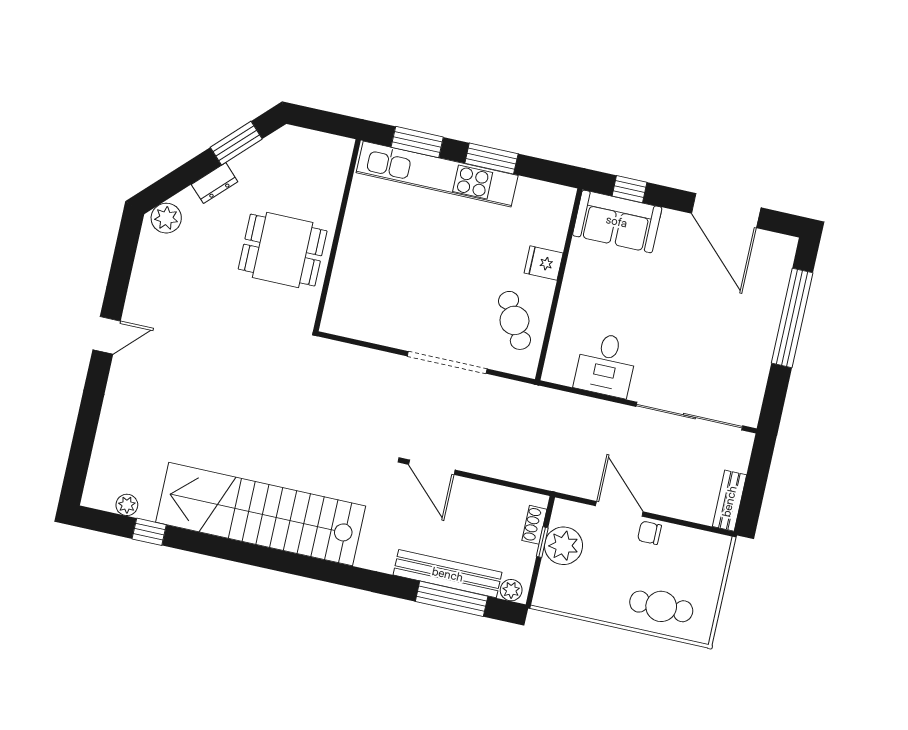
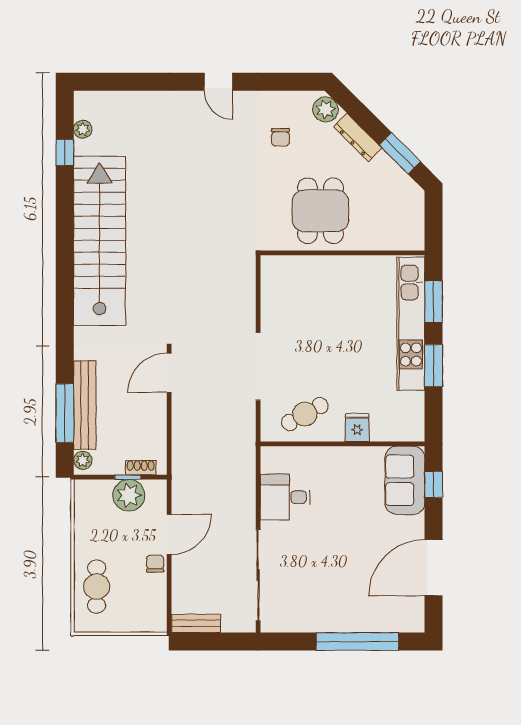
dresser: (215, 183) -> (358, 137), width x1.44
chair: (187, 278) -> (280, 137), added

